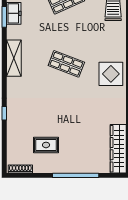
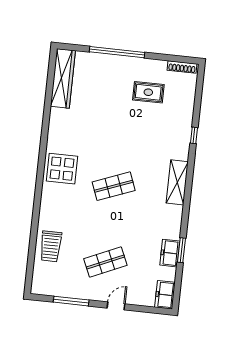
shelving: (14, 58) -> (177, 182), moved
shop shelf: (66, 64) -> (114, 186), turned -42

